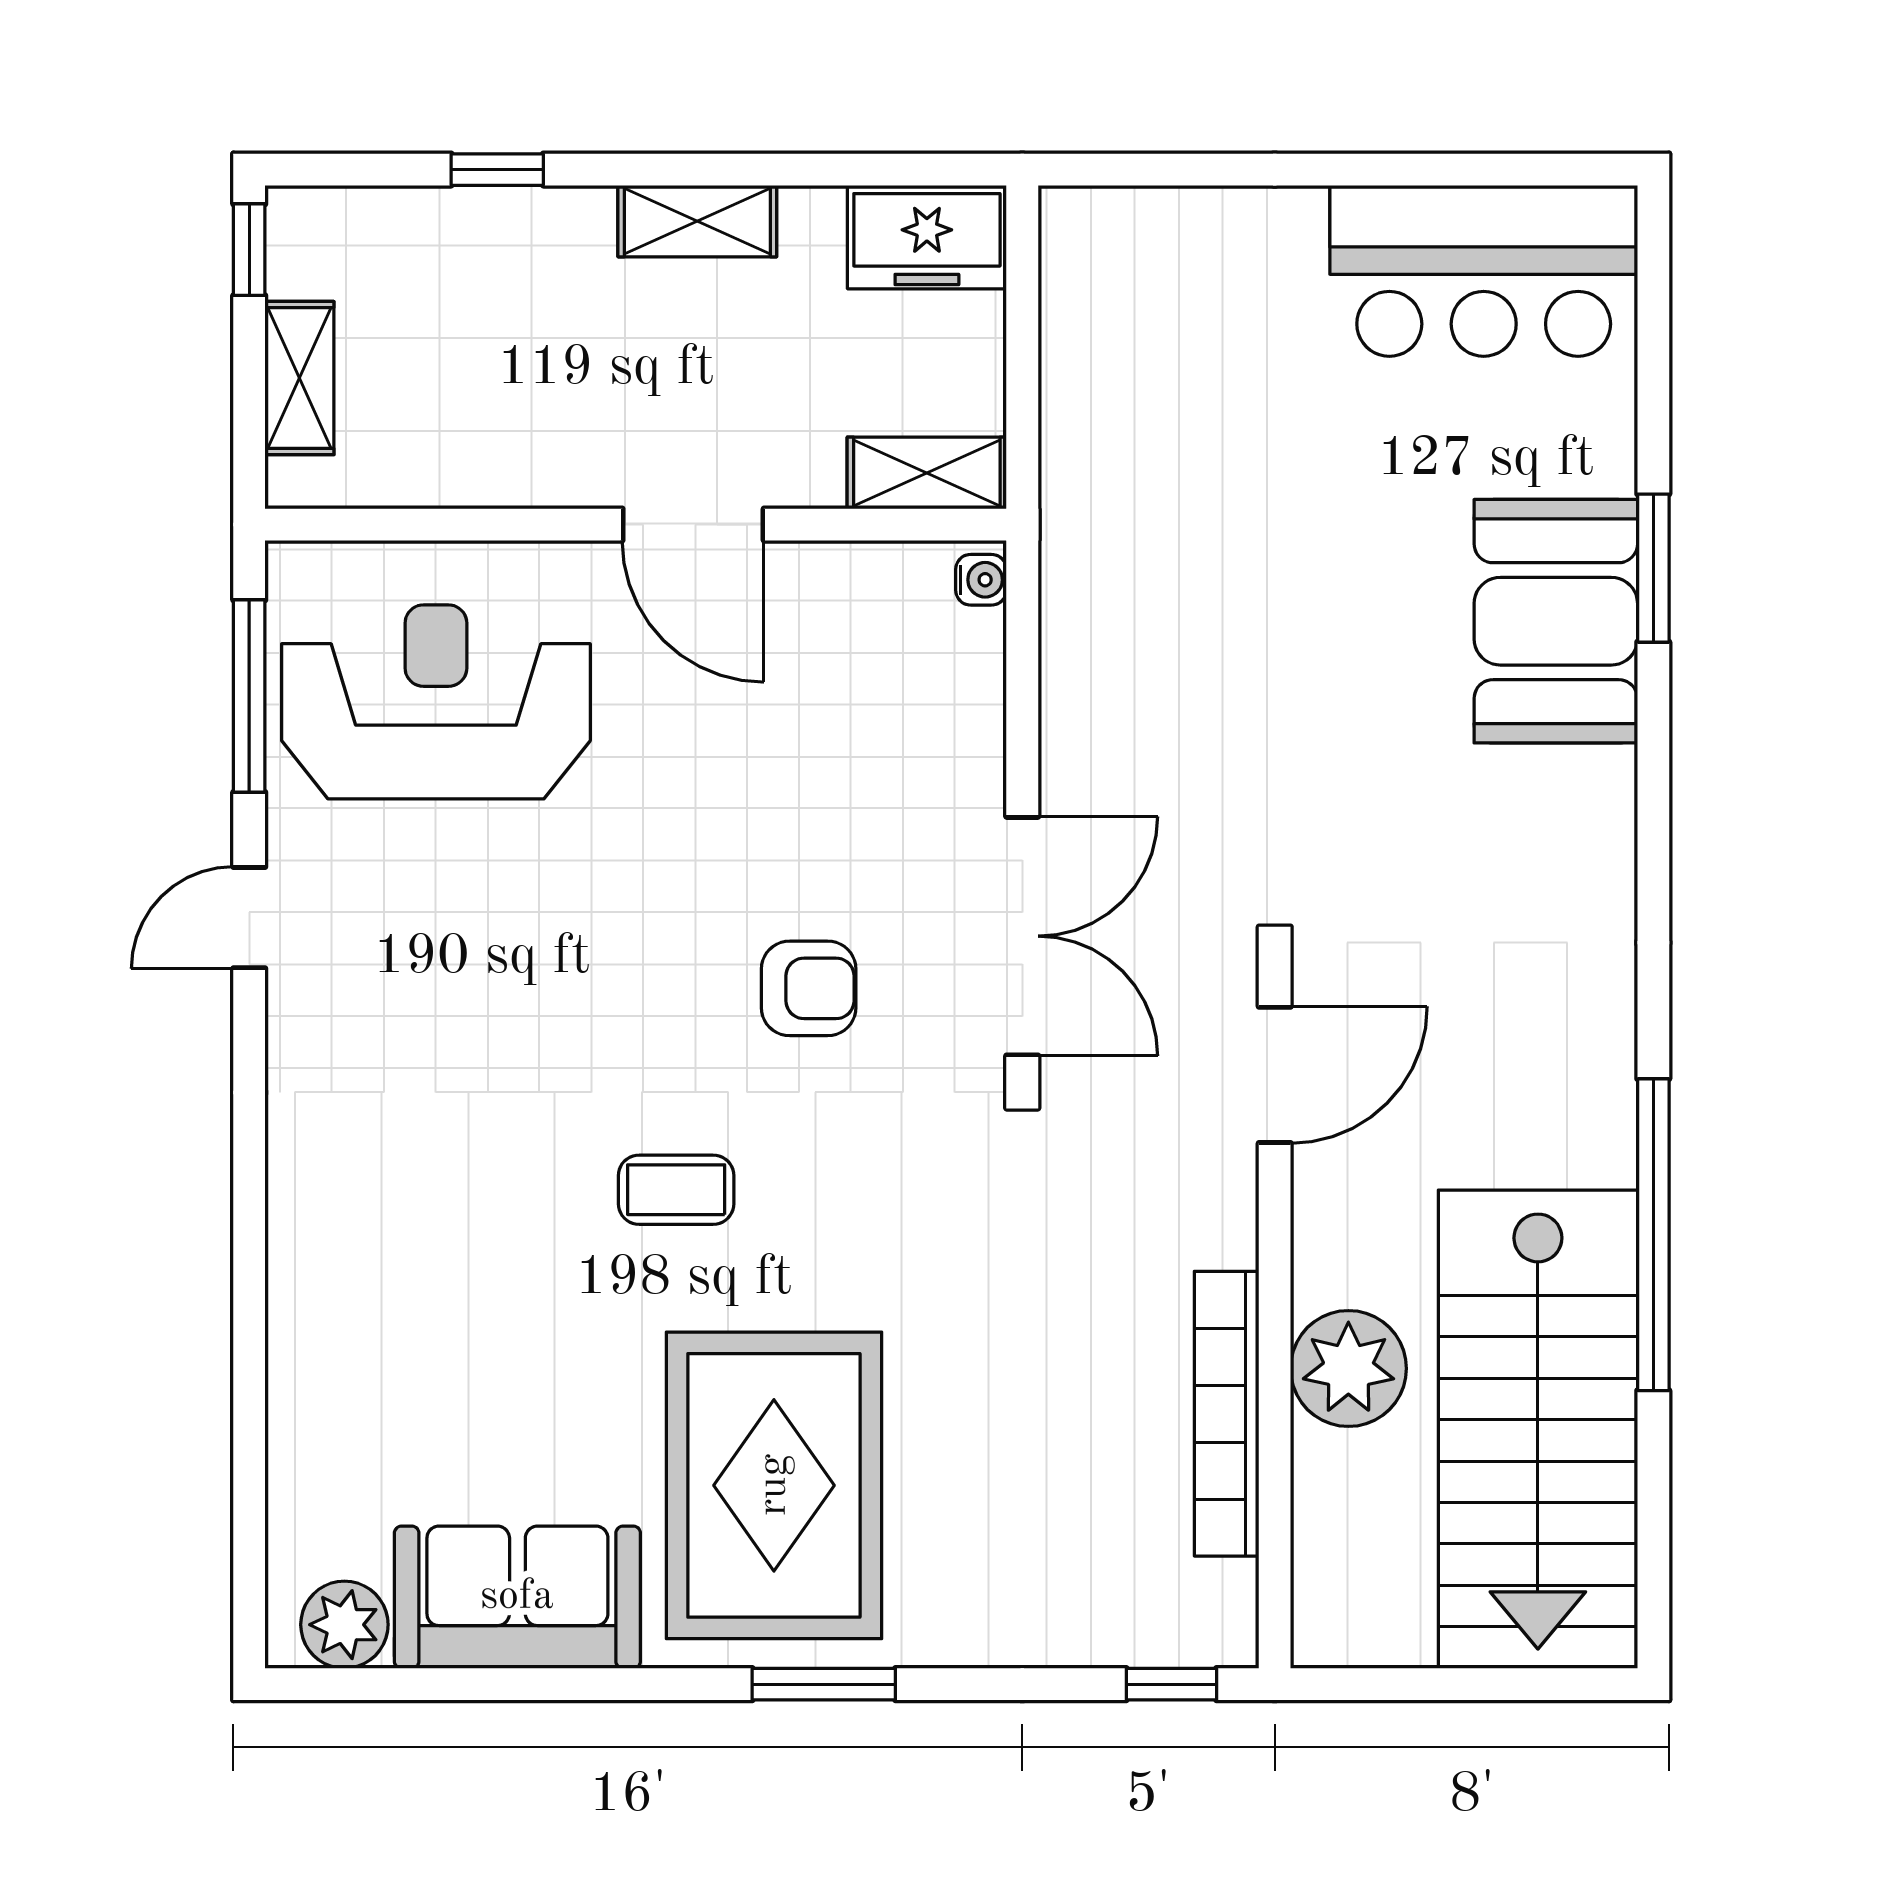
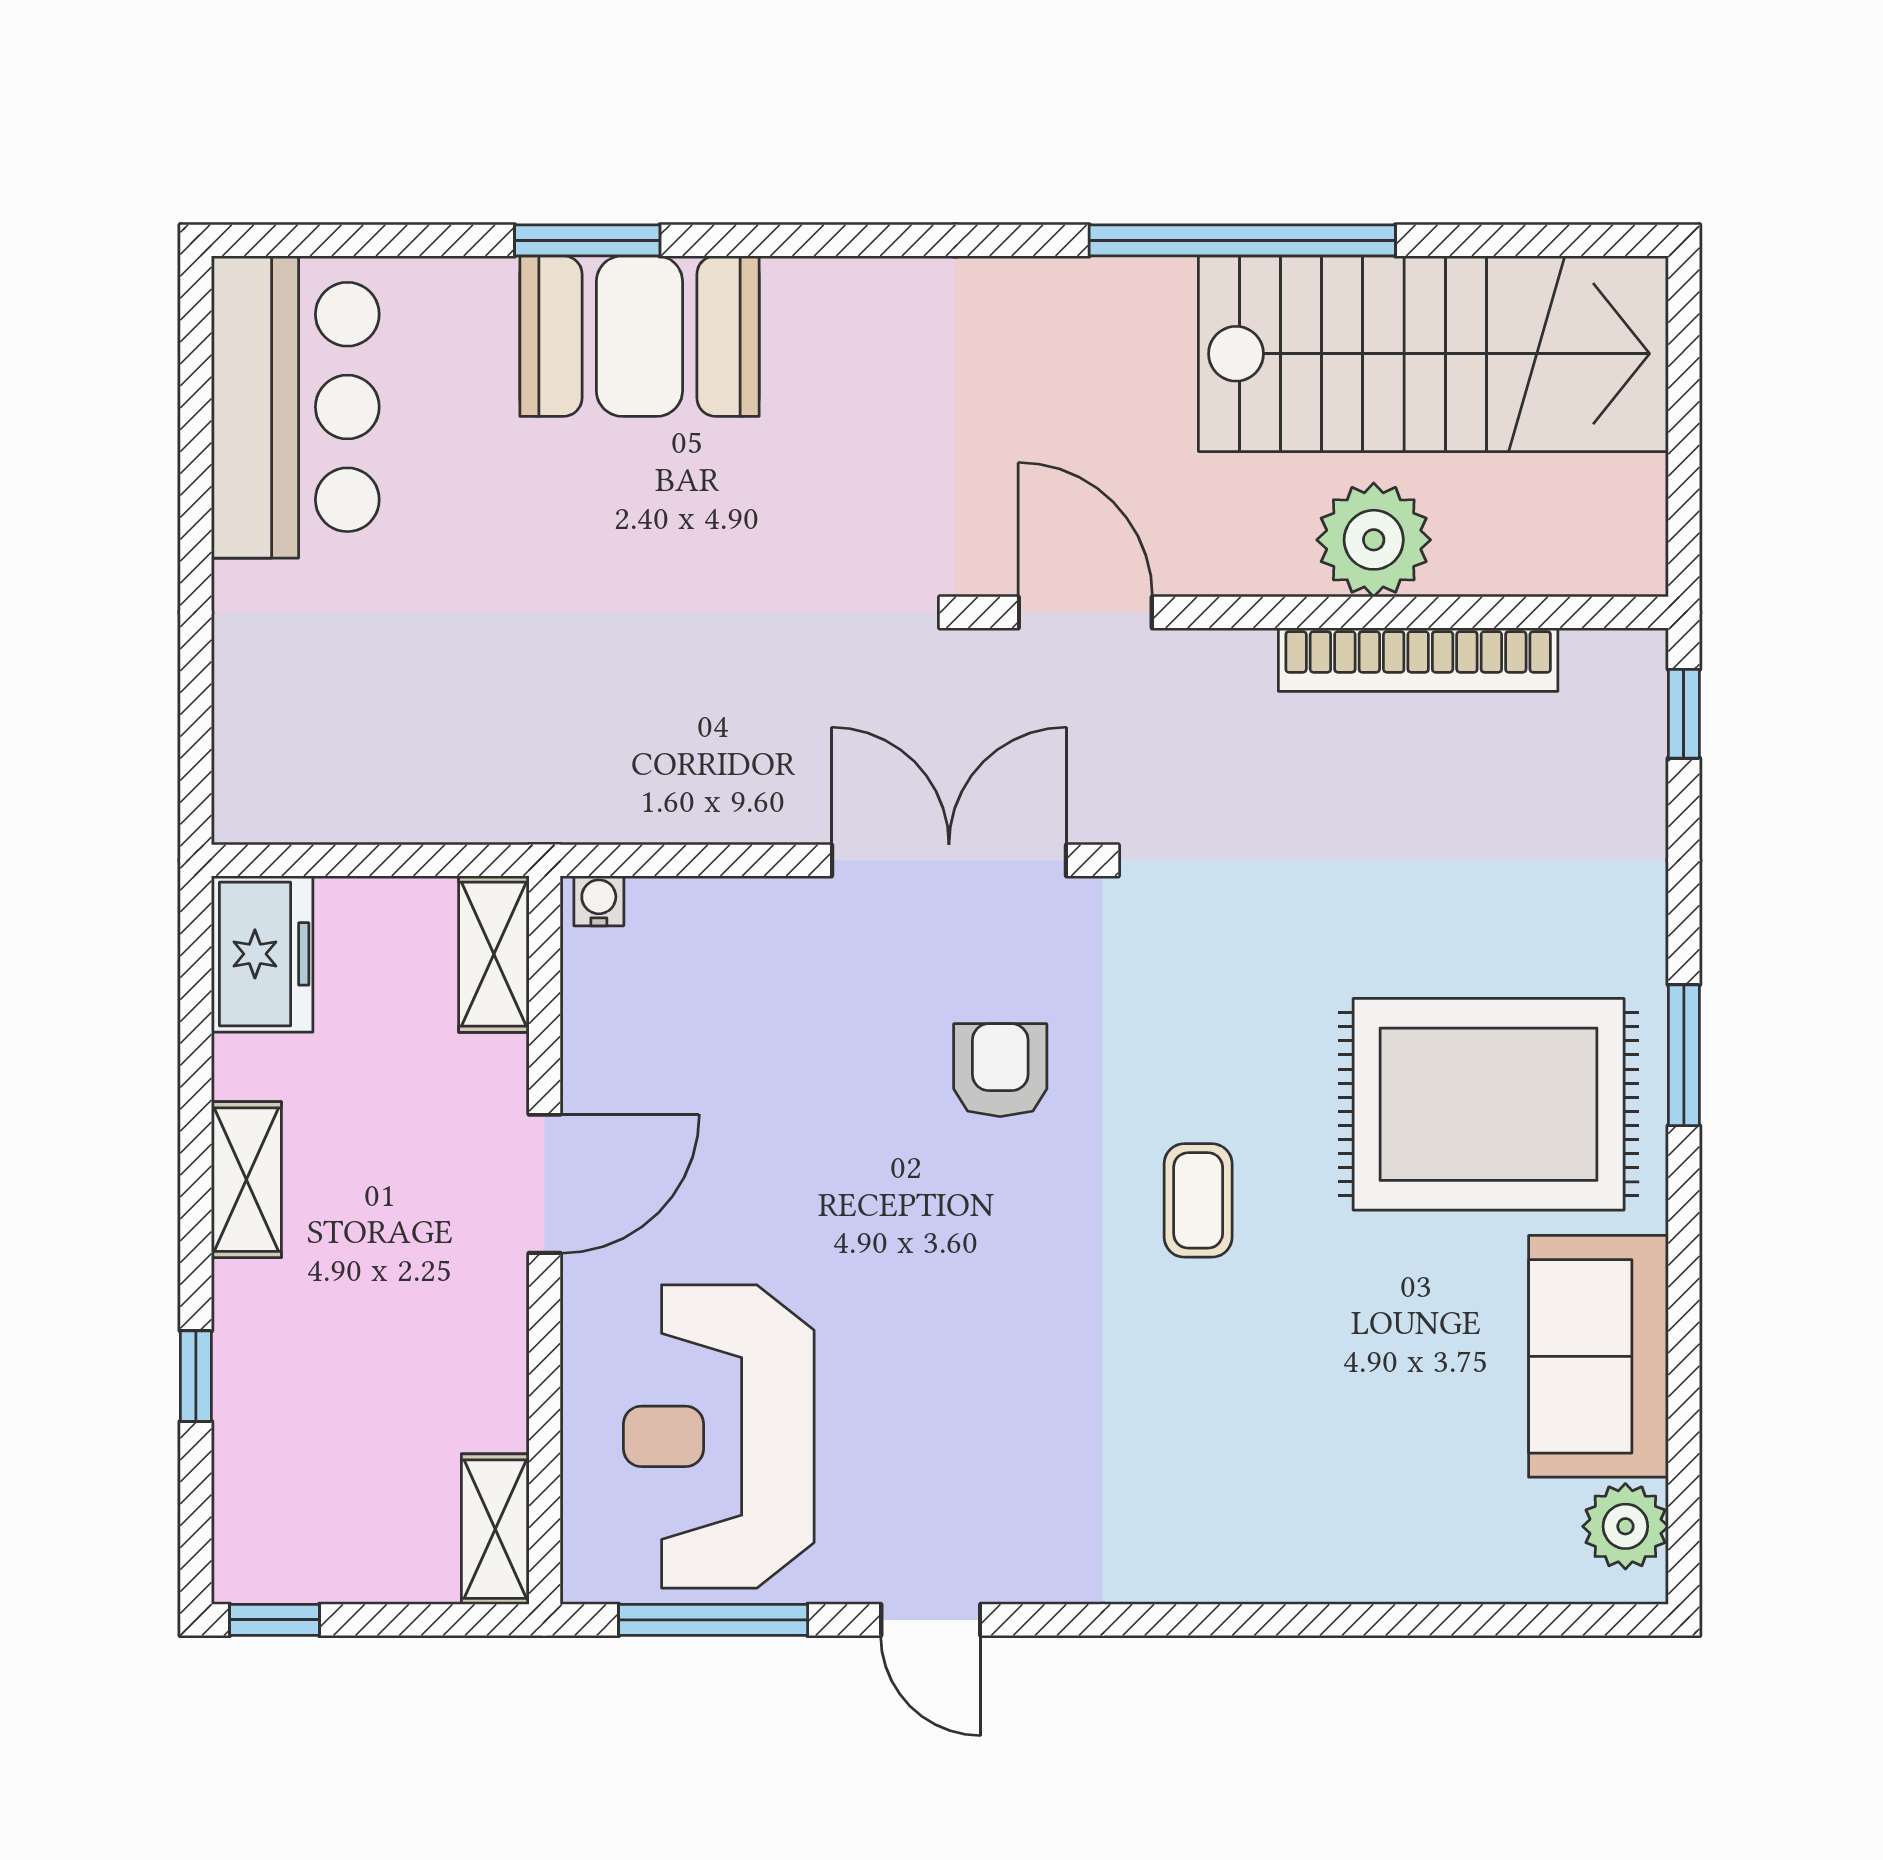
shelving: (299, 378) -> (495, 1529), moved, turned 90

